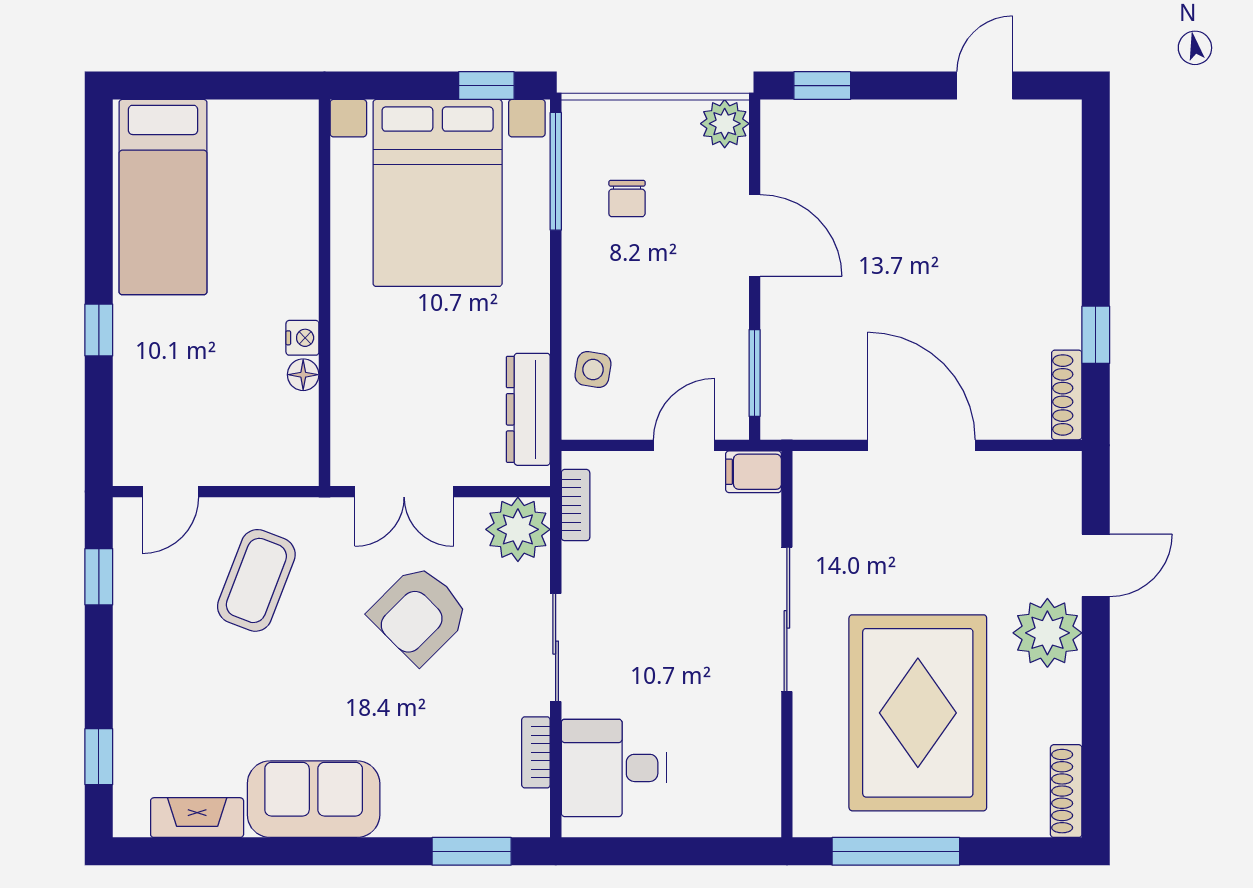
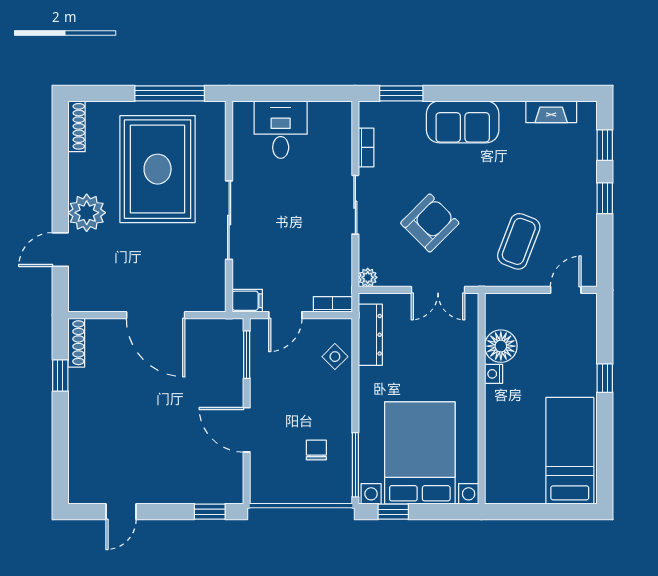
plant: (725, 124) -> (263, 491), removed
side table: (593, 370) -> (335, 357), turned 36
floor lamp: (303, 375) -> (501, 346), width x1.89, depth x1.89
double door: (404, 492) -> (438, 290), swing flipped
bookcase: (576, 505) -> (333, 304), moved, turned 90
plant: (518, 529) -> (368, 277), width x0.53, depth x0.53
window: (99, 577) -> (605, 198), moved
desk: (614, 768) -> (281, 130), moved, turned -90
sofa: (314, 799) -> (463, 122), moved

